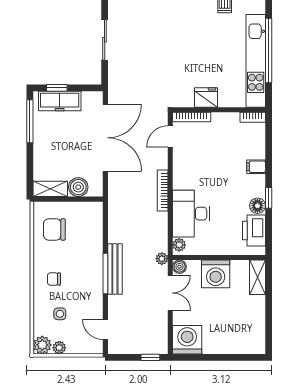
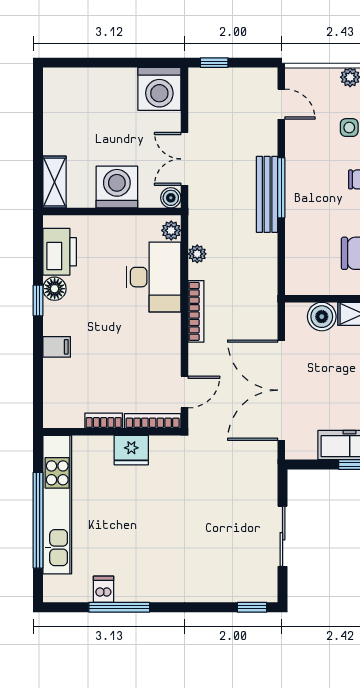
bookcase: (253, 117) -> (104, 421), moved
plant: (162, 259) -> (197, 254), moved

